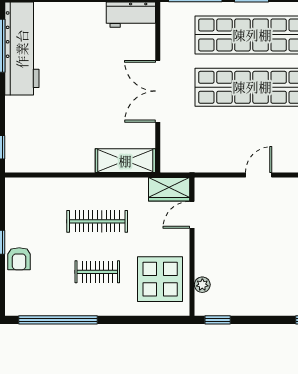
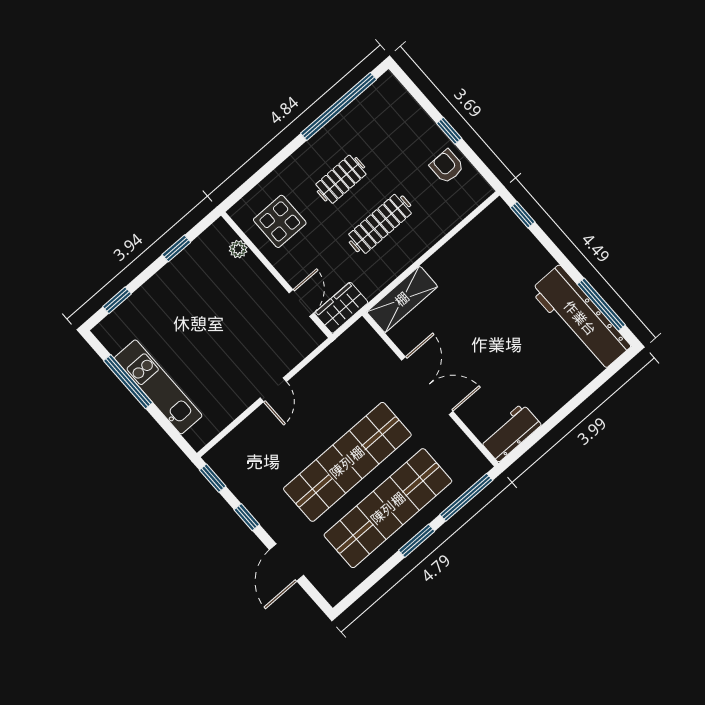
armchair: (19, 259) -> (447, 166), moved
display table: (160, 279) -> (280, 221), width x0.73, depth x0.73
window: (218, 320) -> (176, 248), moved

